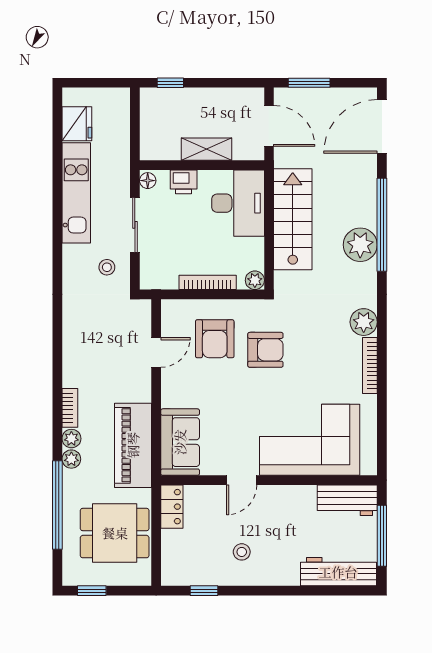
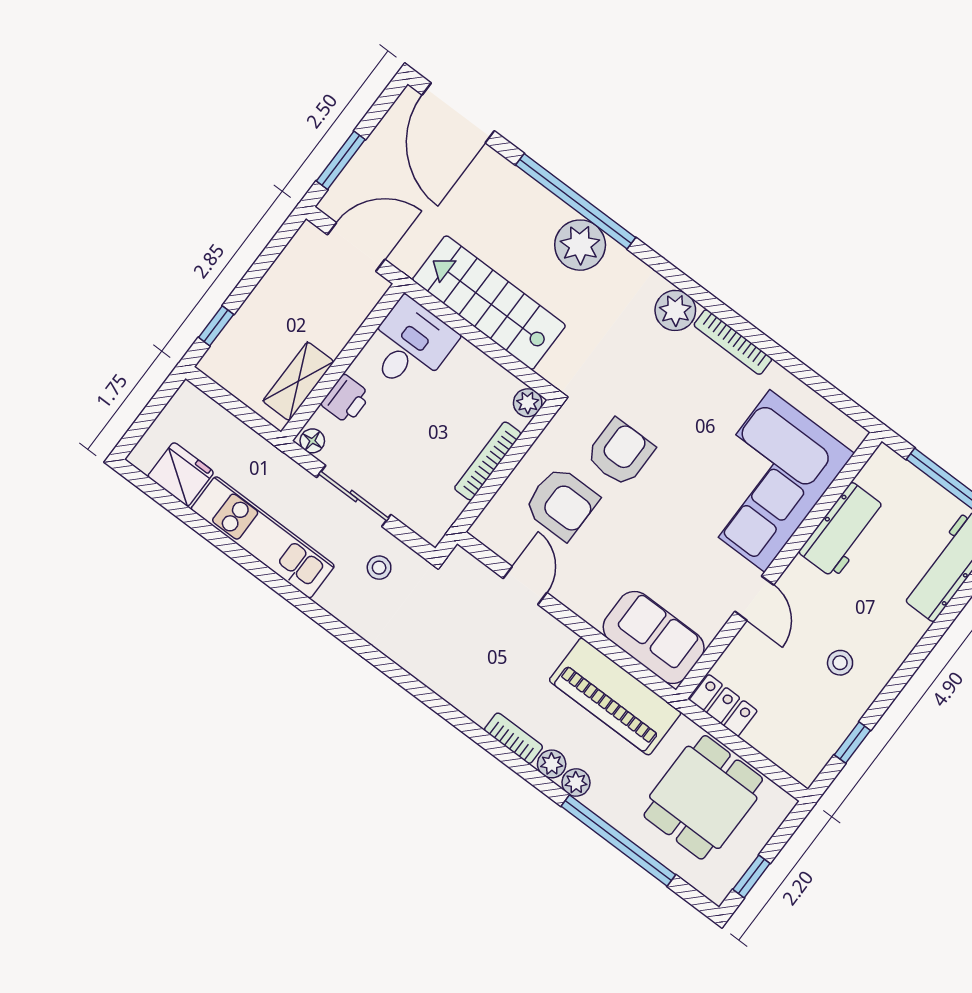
shelving: (206, 149) -> (298, 381), moved
desk: (238, 203) -> (410, 345), width x0.73
workbench: (347, 500) -> (843, 530), moved

